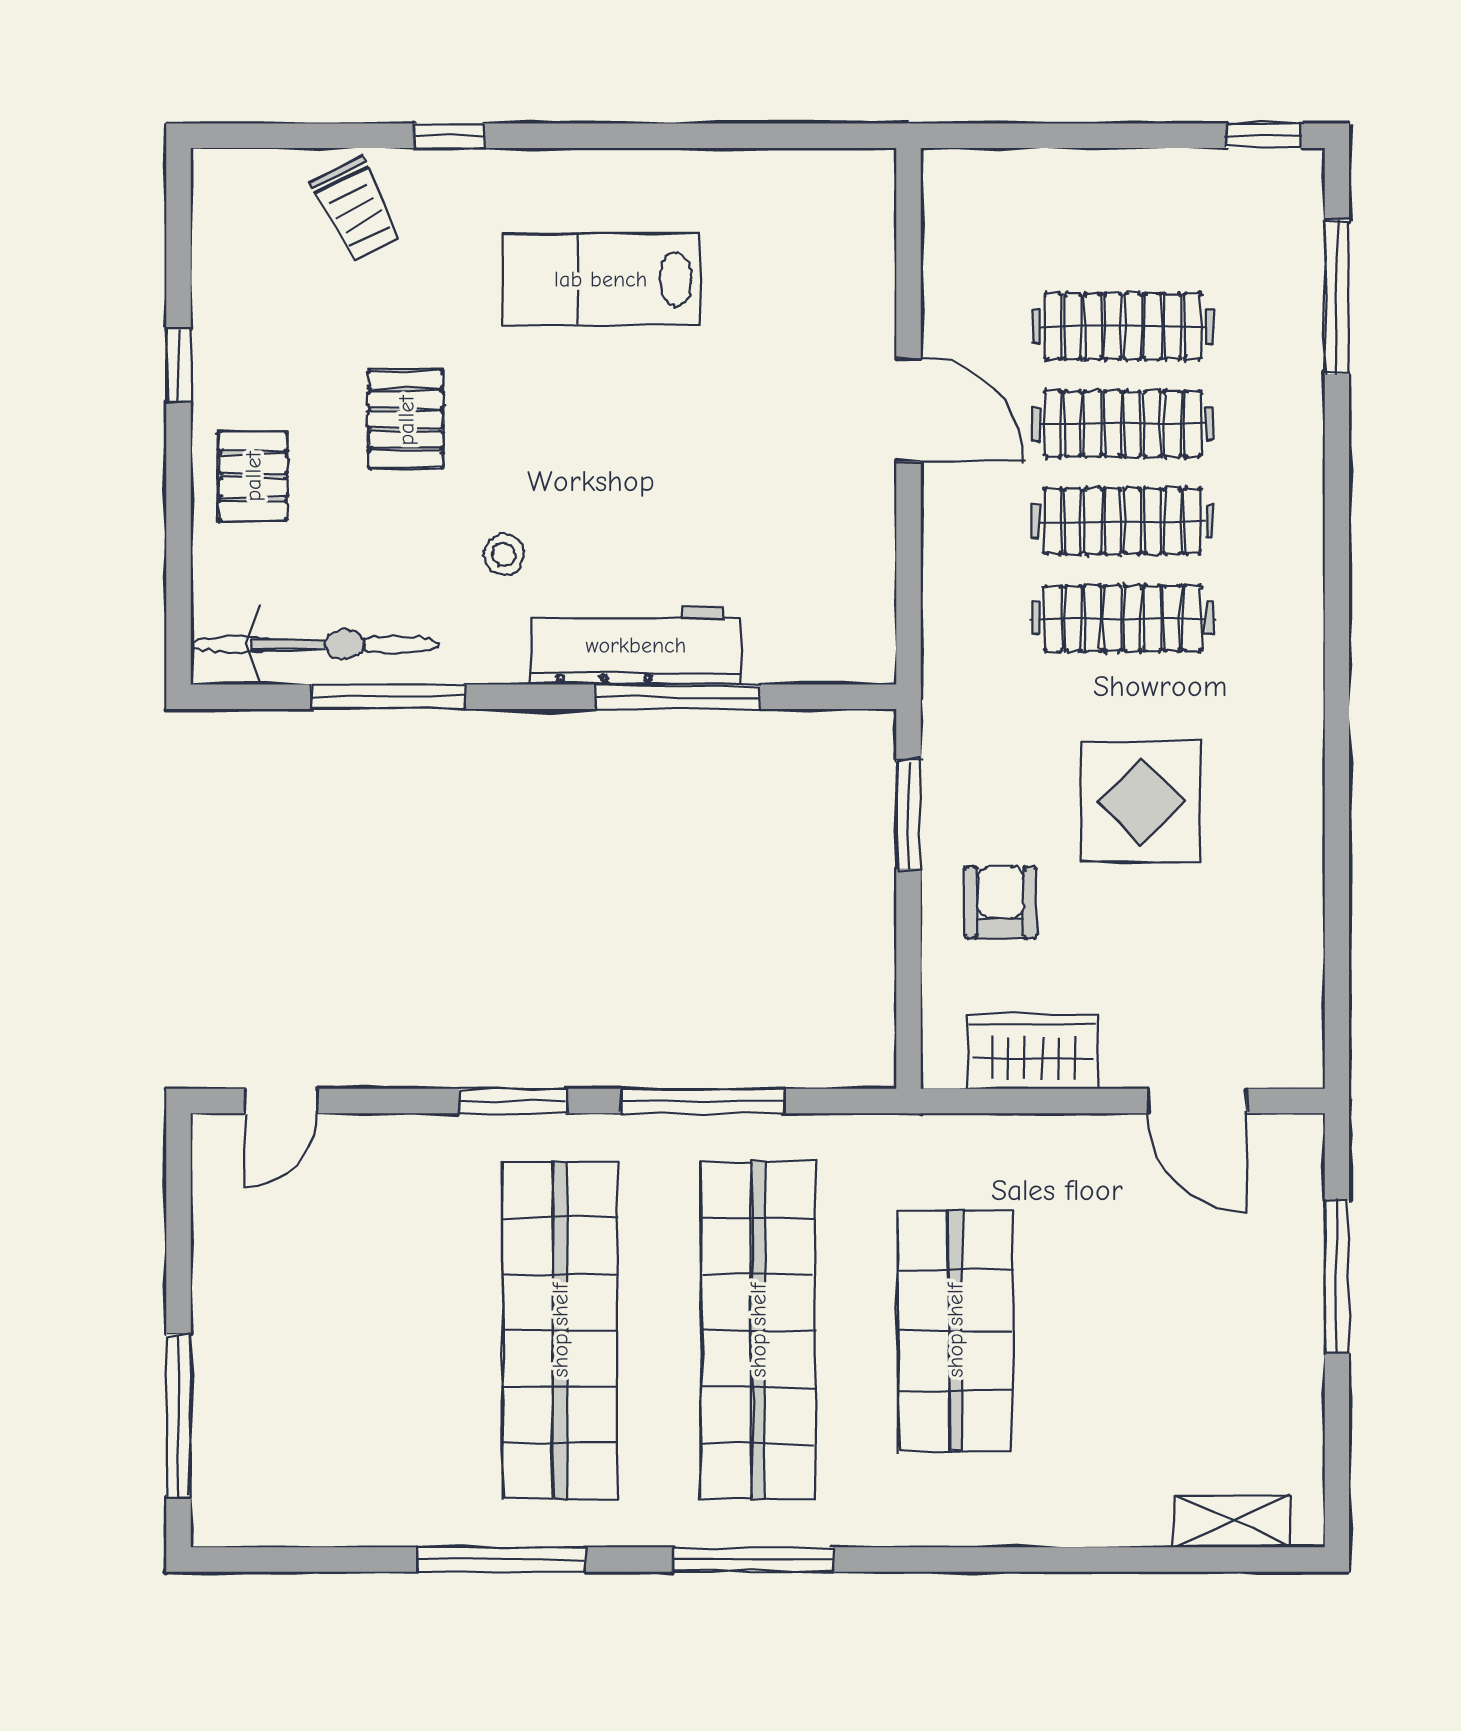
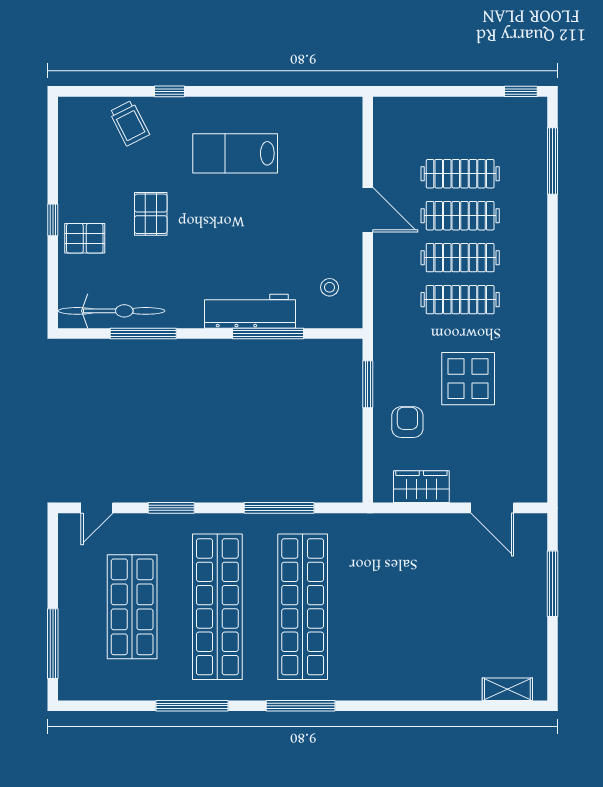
window: (179, 365) -> (53, 220), moved
pallet: (253, 476) -> (85, 238), turned 90
stool: (504, 554) -> (330, 287), moved
window: (513, 1101) -> (171, 508), moved
shop shelf: (955, 1330) -> (132, 607), moved

